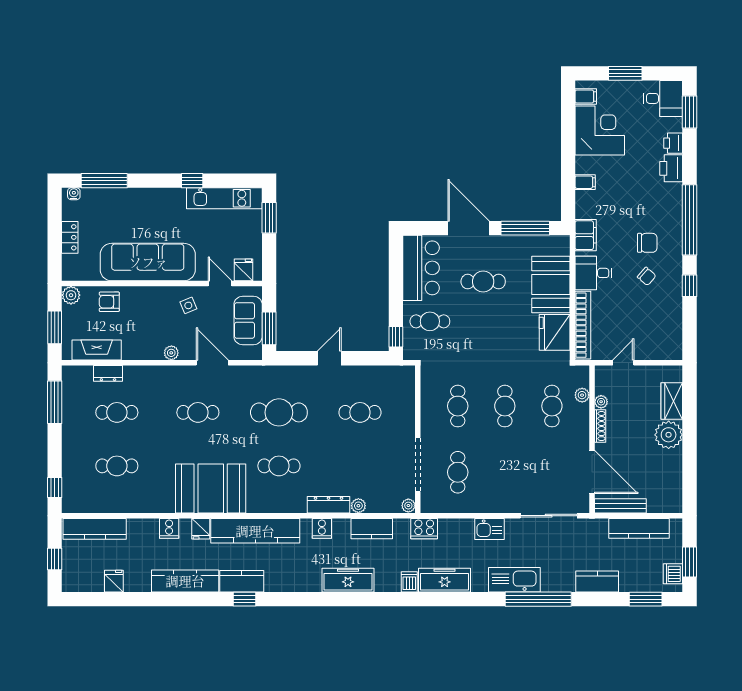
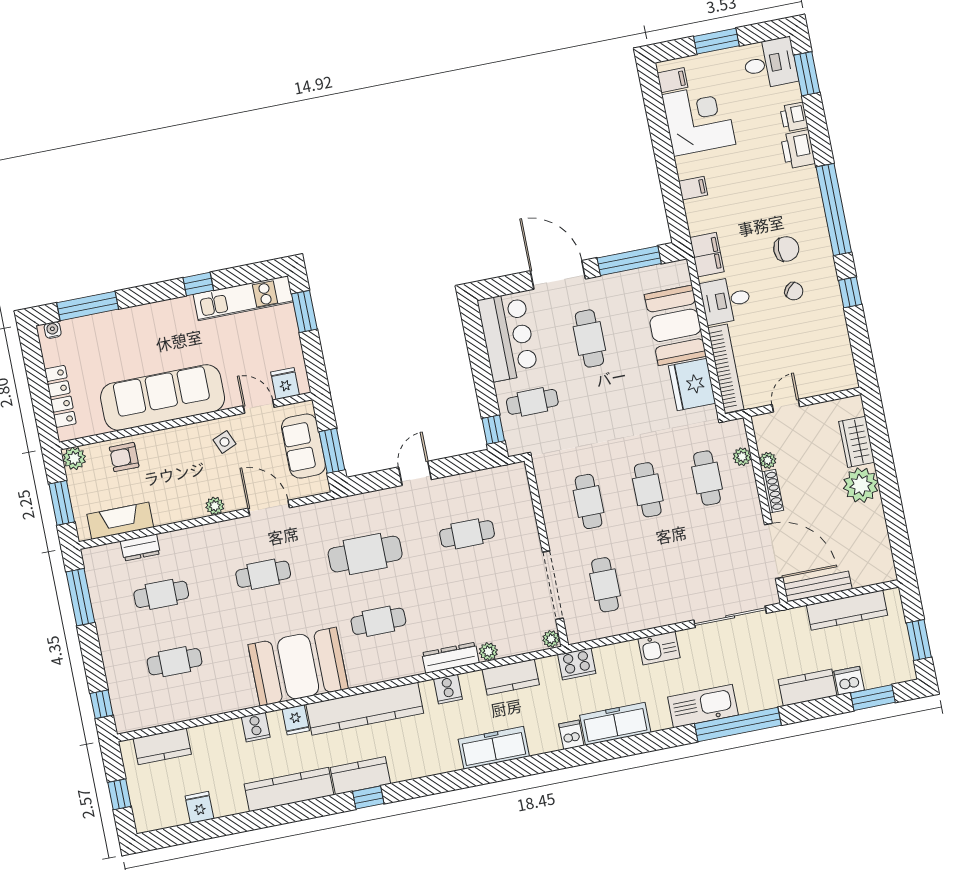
locker: (70, 237) -> (60, 396), width x1.53
cafe table: (483, 282) -> (589, 338), turned 90
kitchen counter: (95, 529) -> (162, 746), width x0.67
dishwasher: (673, 574) -> (849, 681), moved, turned 90

